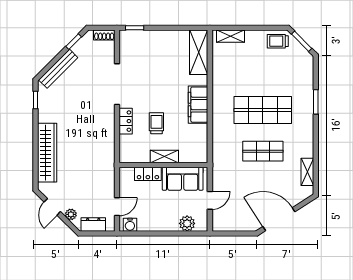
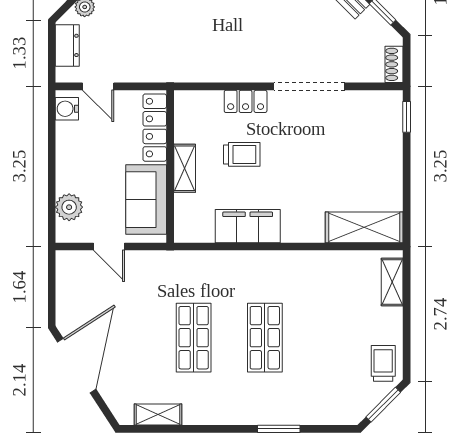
filing cabinet: (198, 105) -> (248, 226), moved
shop shelf: (263, 110) -> (265, 338), width x0.70, depth x0.74
locker: (148, 174) -> (155, 128), width x1.53

